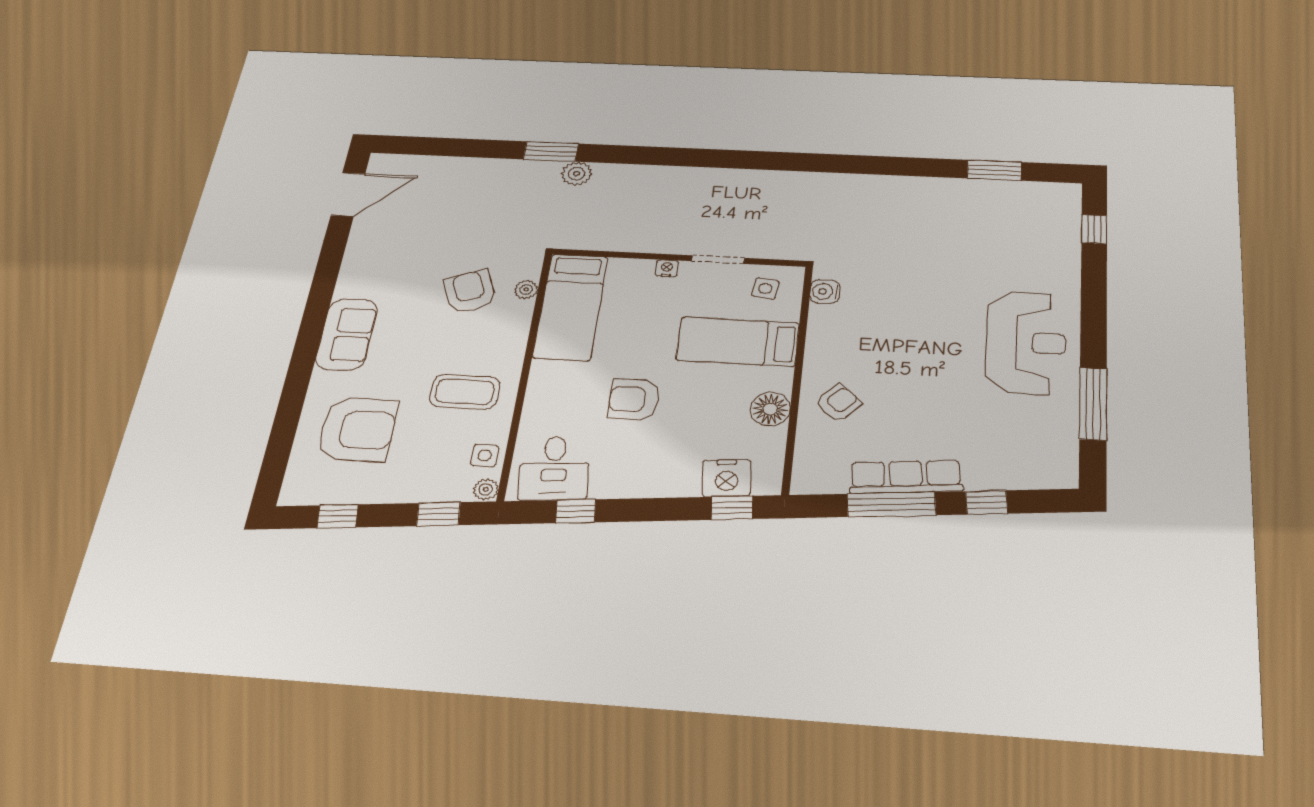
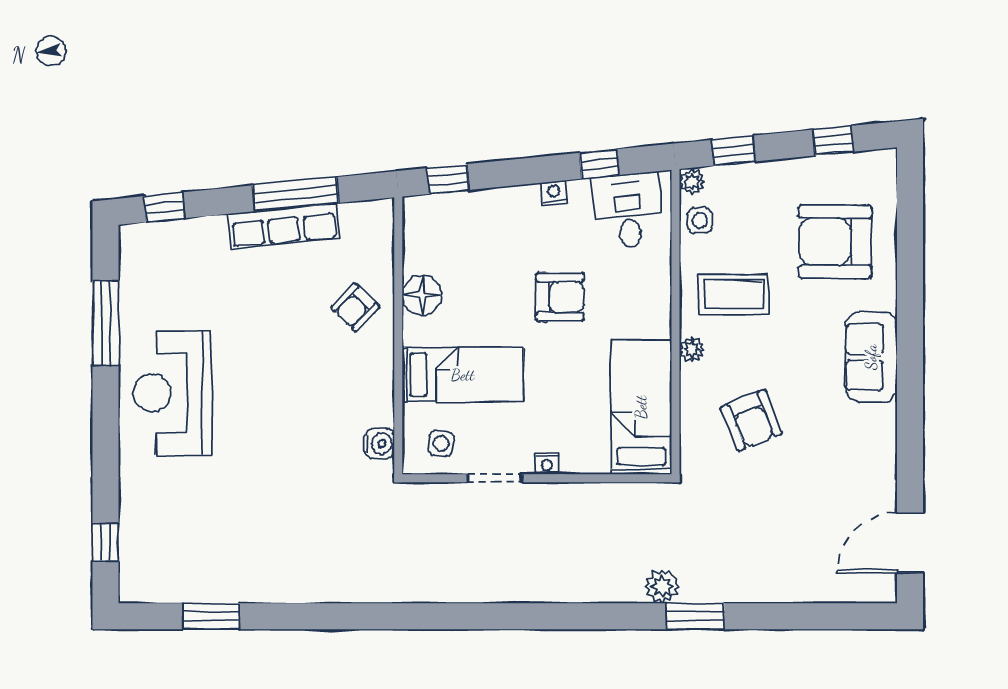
plant: (526, 289) -> (692, 349), moved
nightstand: (727, 478) -> (554, 193), moved, width x0.53, depth x0.56
window: (987, 502) -> (164, 207), moved

